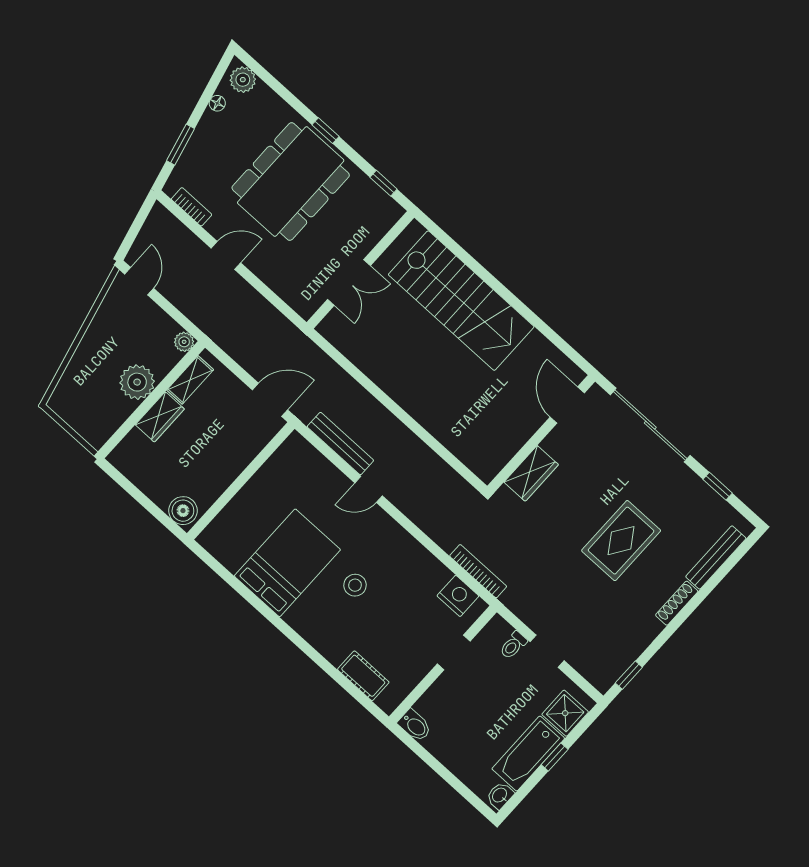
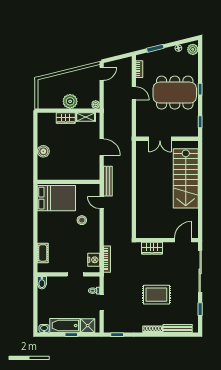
wall: (241, 481) -> (69, 182), moved
stool: (355, 585) -> (82, 220), moved

